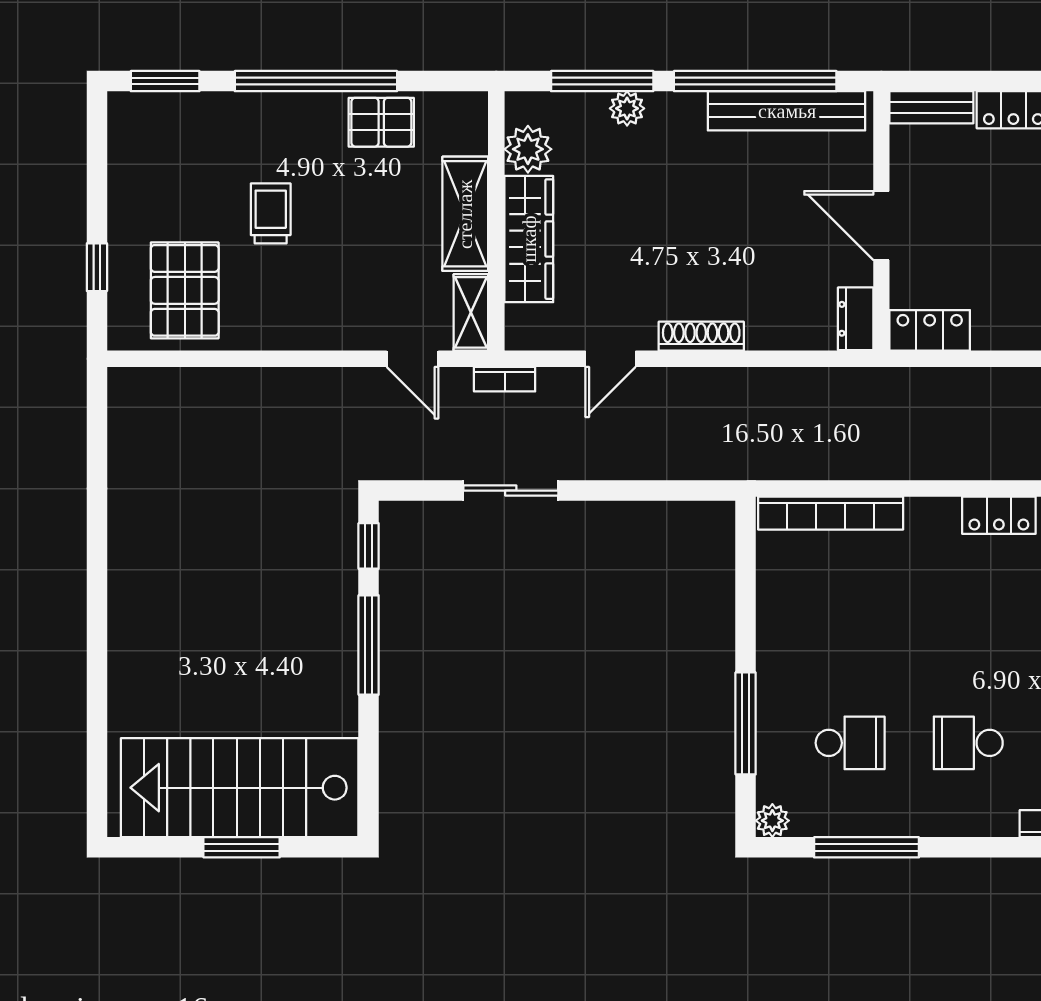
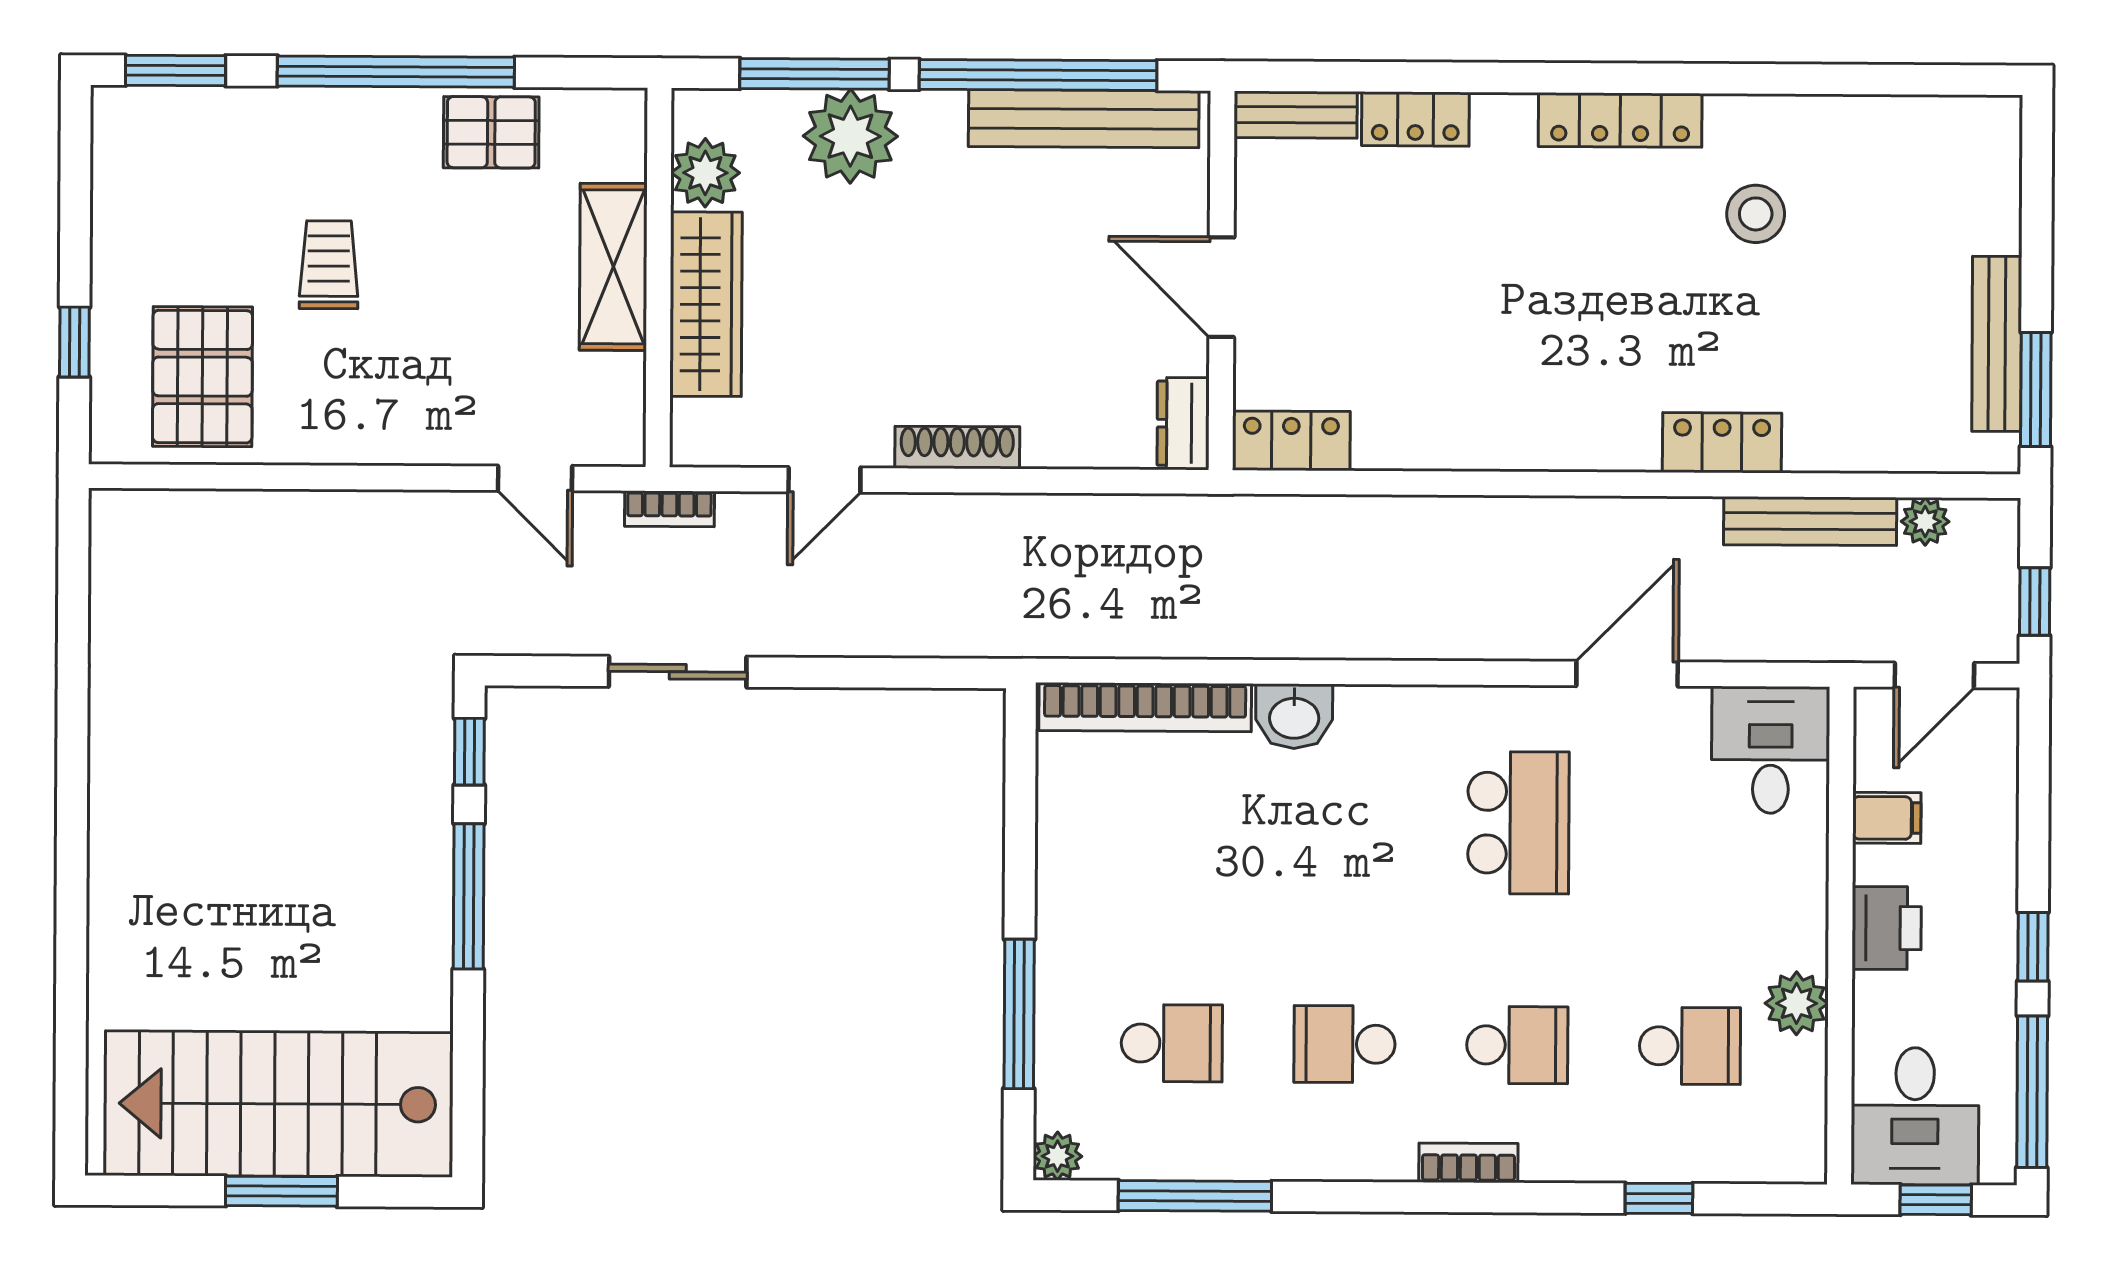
plant: (627, 108) -> (850, 136), width x1.87, depth x1.87
shelving: (471, 312) -> (621, 411), removed
locker: (999, 515) -> (1391, 712), removed
washbasin: (933, 519) -> (1294, 716), added

